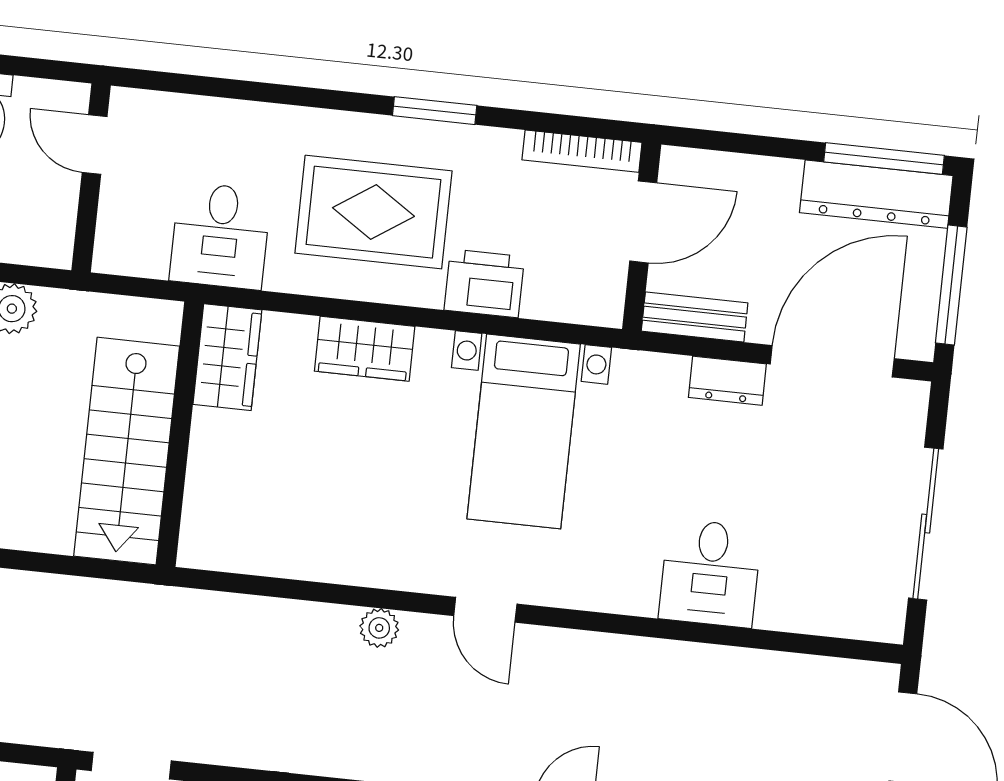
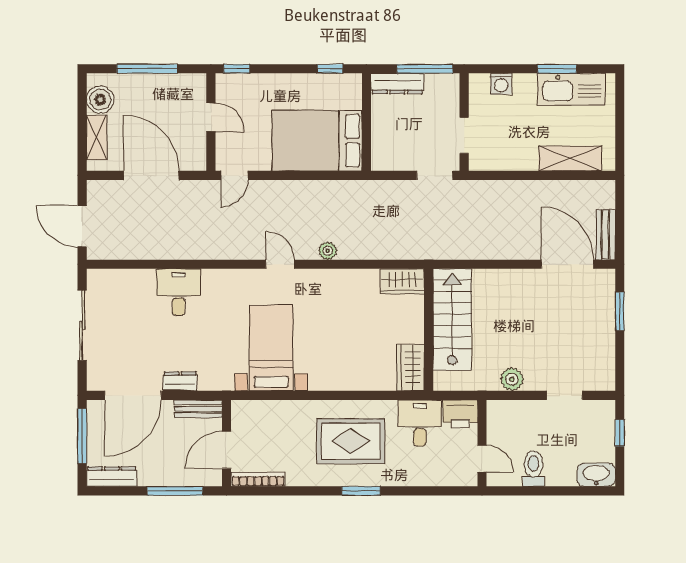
window: (435, 111) -> (361, 491), moved
window: (884, 159) -> (175, 491), moved
dresser: (876, 194) -> (112, 477), width x0.73, depth x0.80
printer: (484, 283) -> (460, 414), moved
wardrobe: (365, 349) -> (402, 281), moved, turned 180

